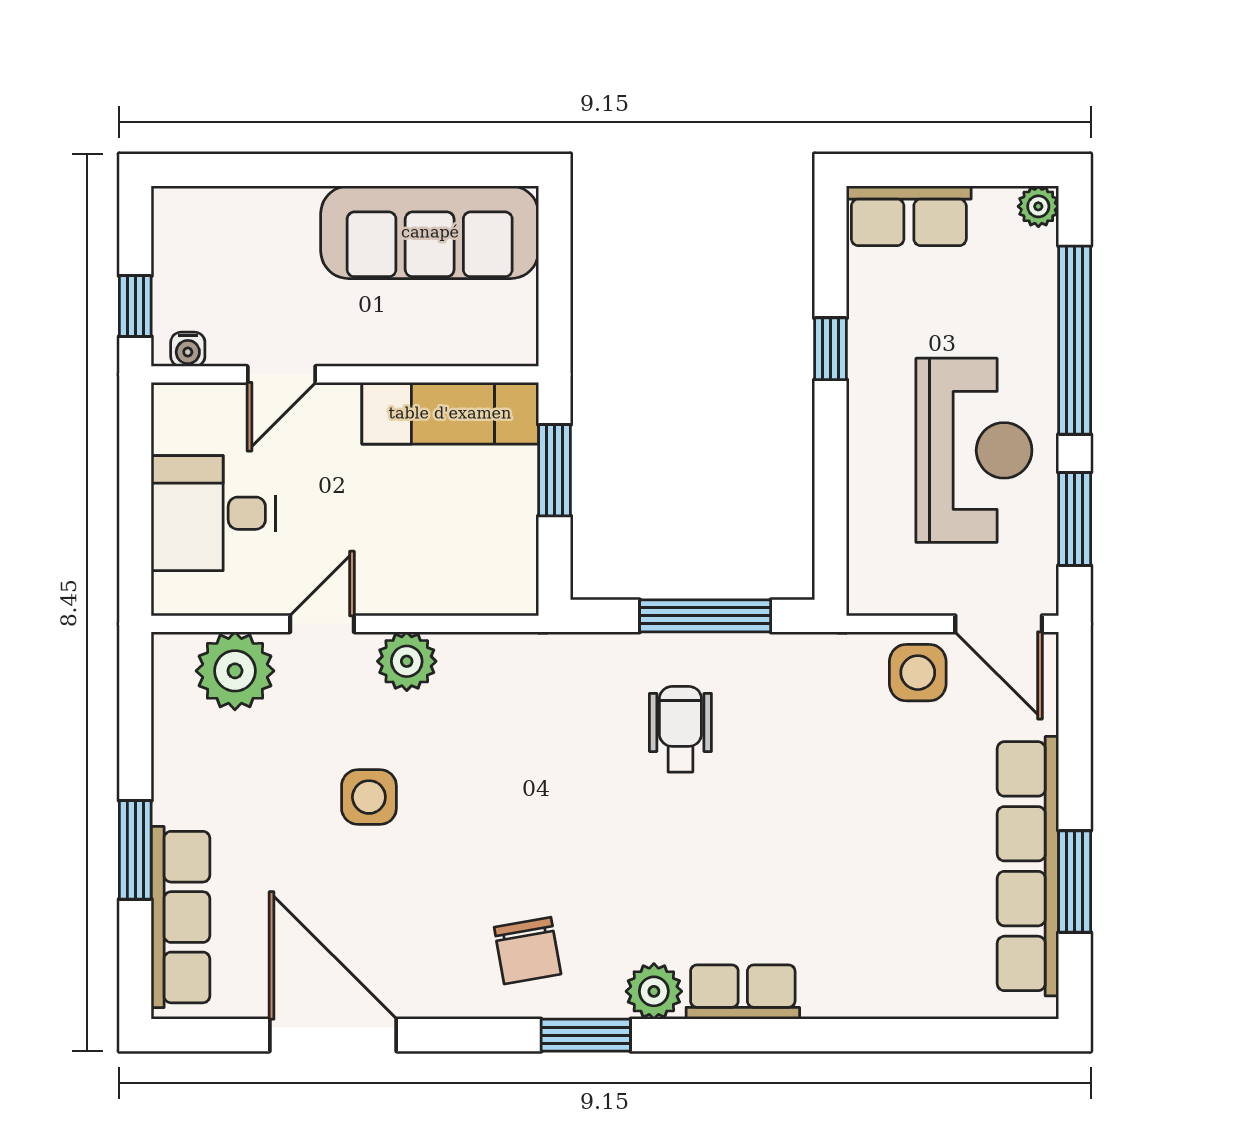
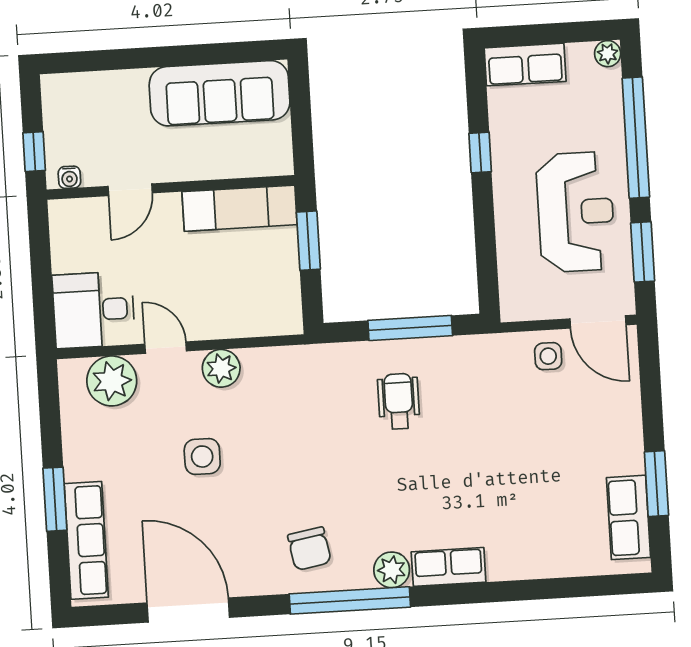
desk: (213, 513) -> (94, 310), moved
door: (322, 624) -> (166, 348), hinge flipped
side table: (918, 673) -> (548, 356), width x0.73, depth x0.73
row of seats: (1028, 866) -> (628, 517), width x0.50
window: (586, 1035) -> (350, 600), width x2.11

